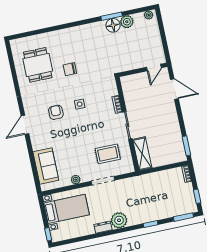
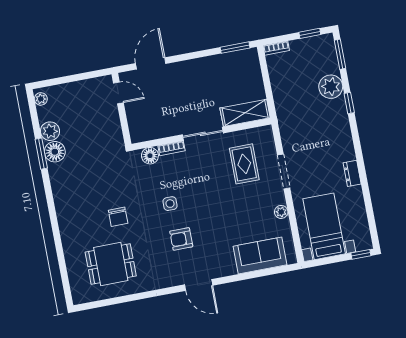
floor lamp: (112, 90) -> (150, 156), added
plant: (119, 220) -> (331, 87), moved

